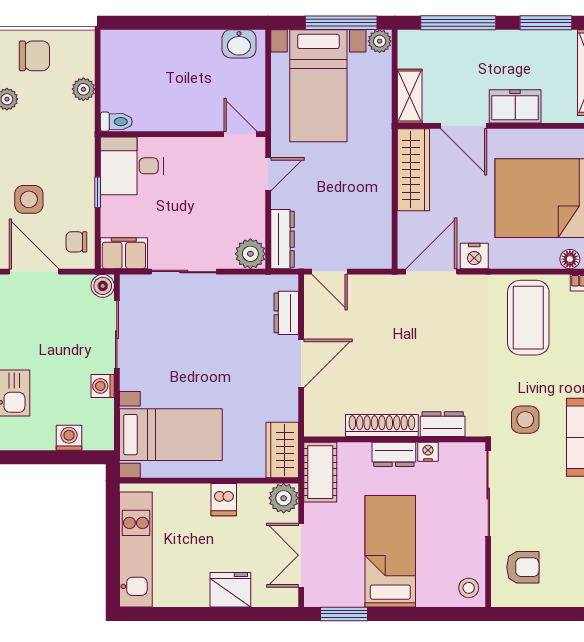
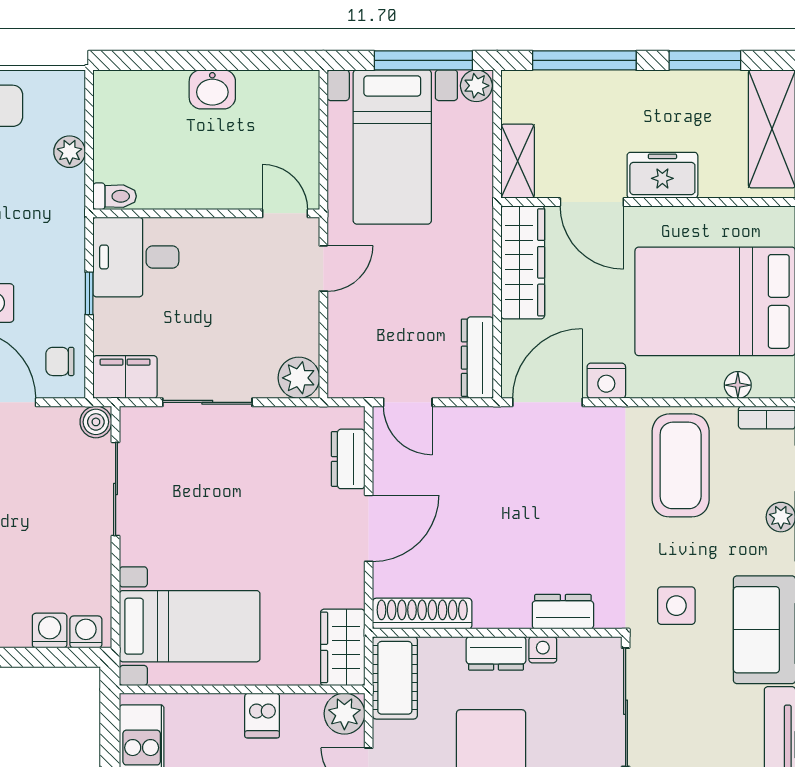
washbasin: (239, 44) -> (212, 89), moved
dresser: (283, 239) -> (477, 358), moved, turned 180
washing machine: (103, 386) -> (86, 632), moved, turned 90
shoe rack: (382, 425) -> (422, 614), moved

